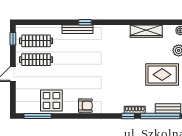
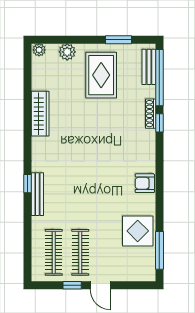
wardrobe: (146, 31) -> (40, 114), moved
window: (13, 39) -> (72, 285), moved
armchair: (85, 106) -> (145, 183), turned -90

